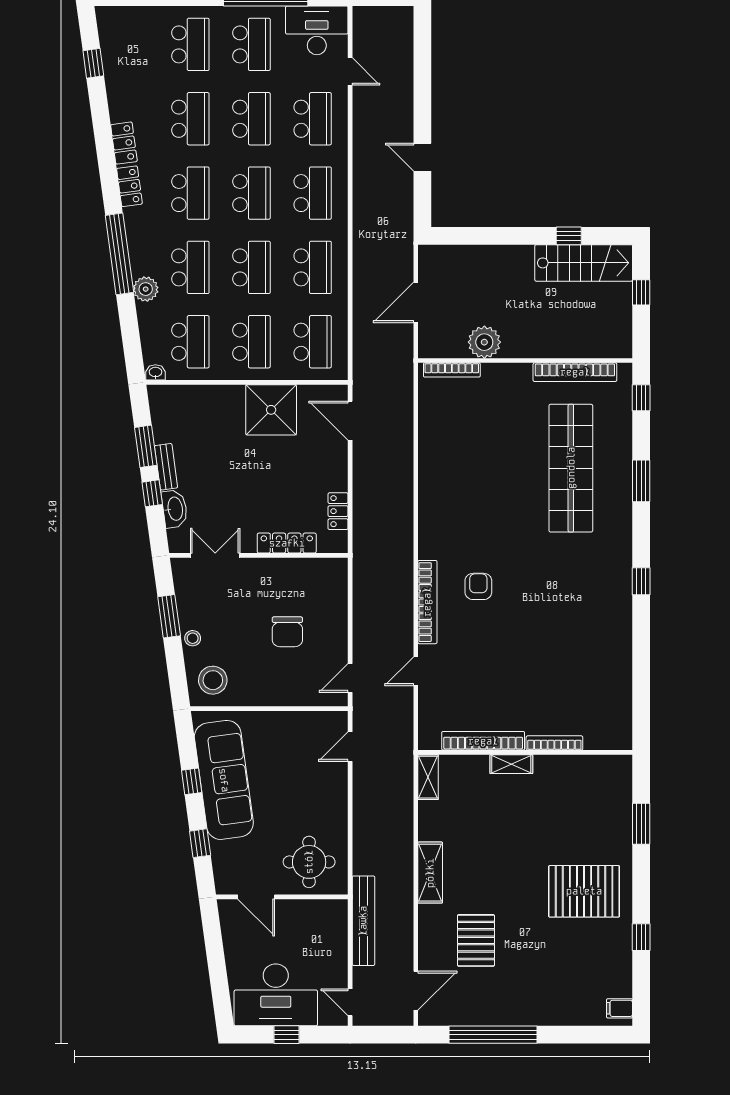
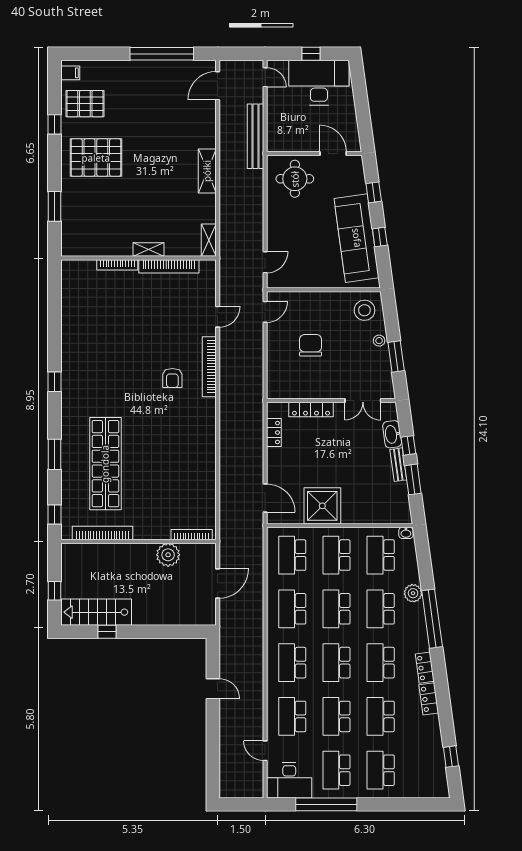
pallet: (476, 940) -> (85, 104), moved, turned 90

